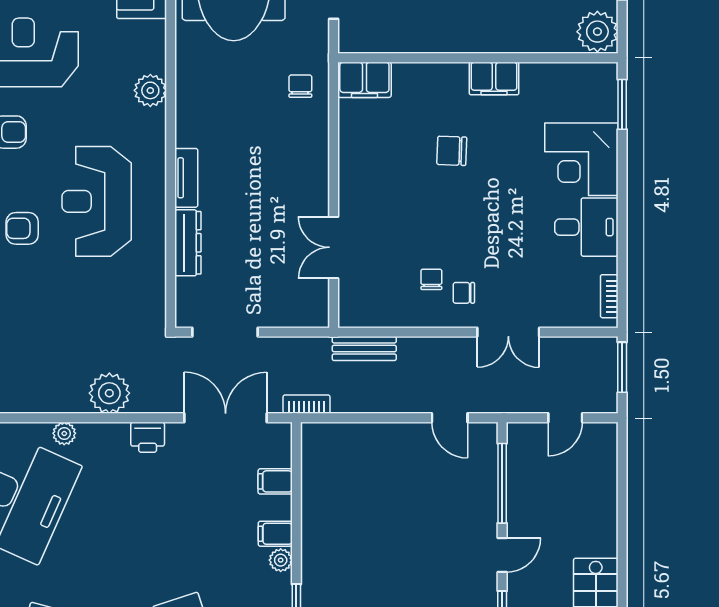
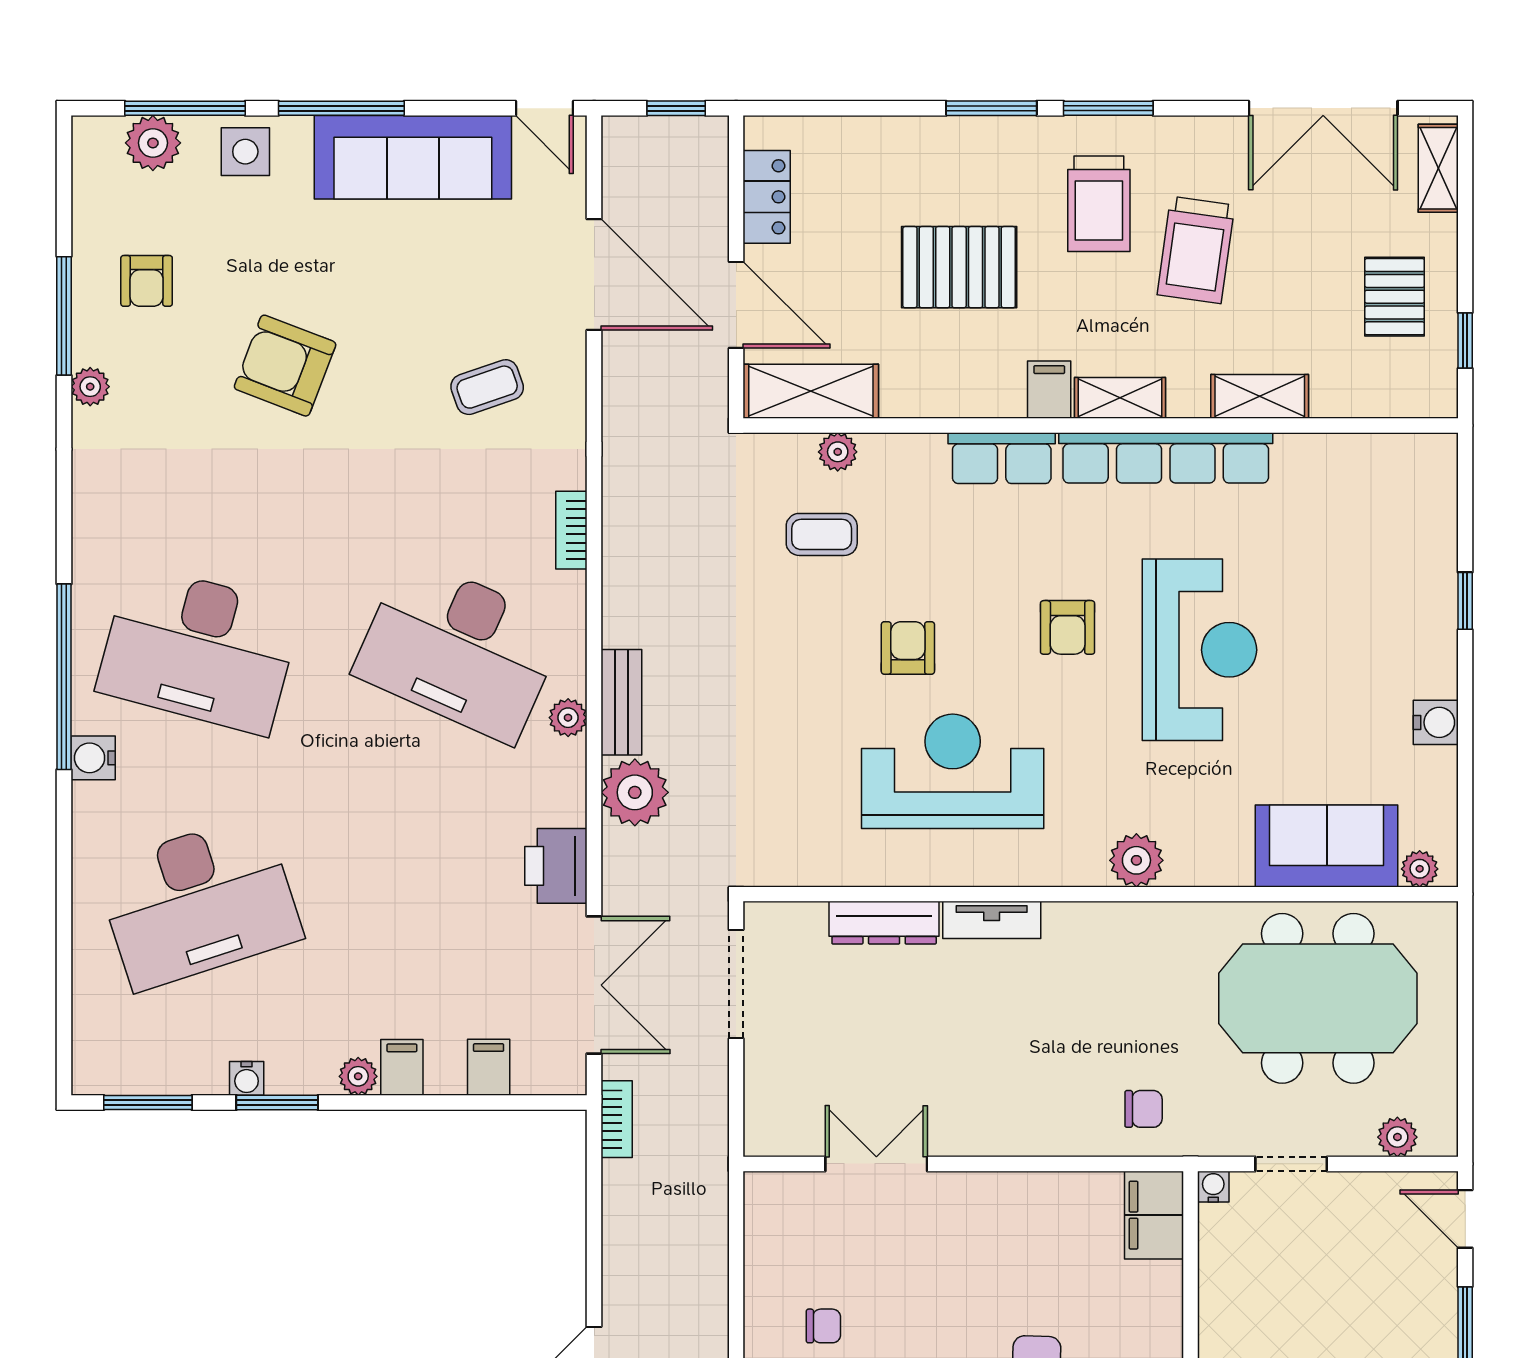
water cooler: (347, 44) -> (1213, 1187), added
bench: (364, 348) -> (621, 702), moved
printer: (148, 437) -> (556, 866), width x1.36, depth x1.24

